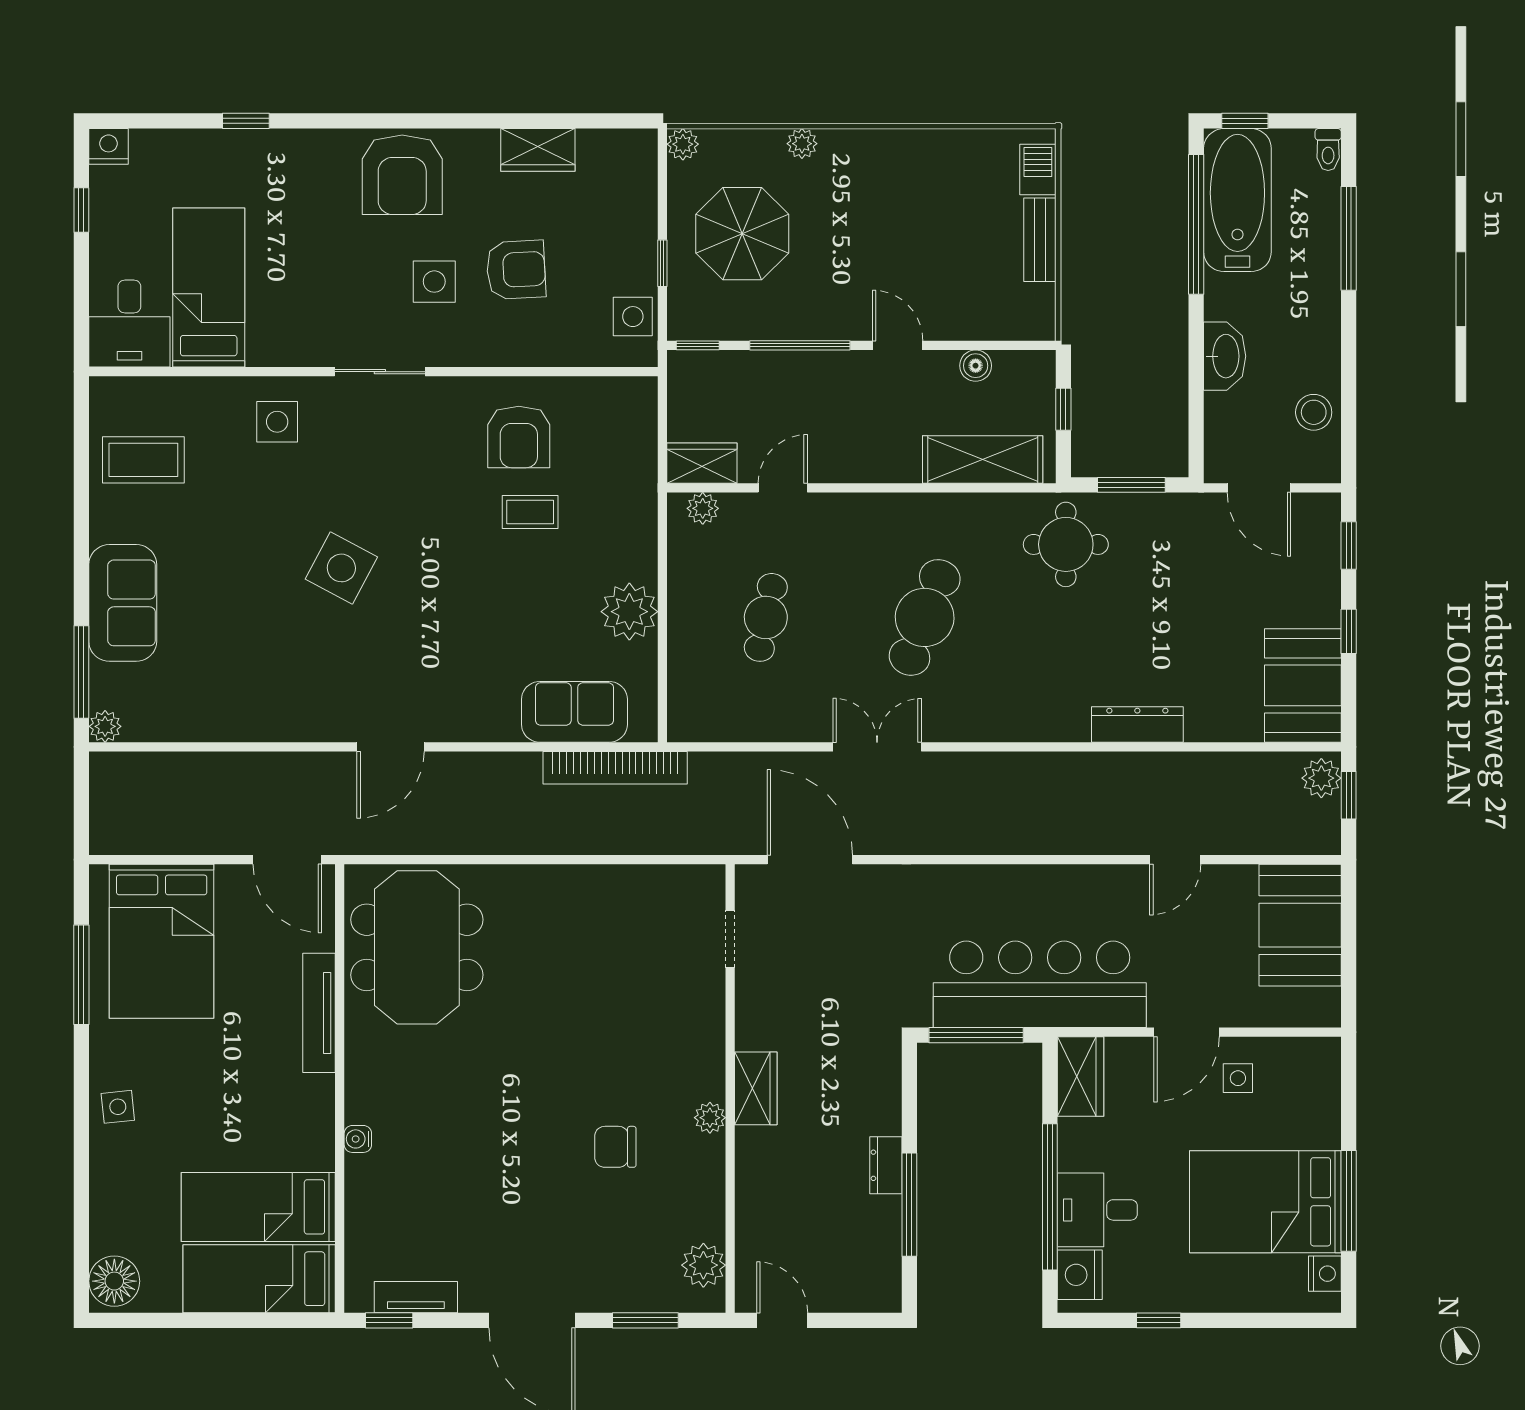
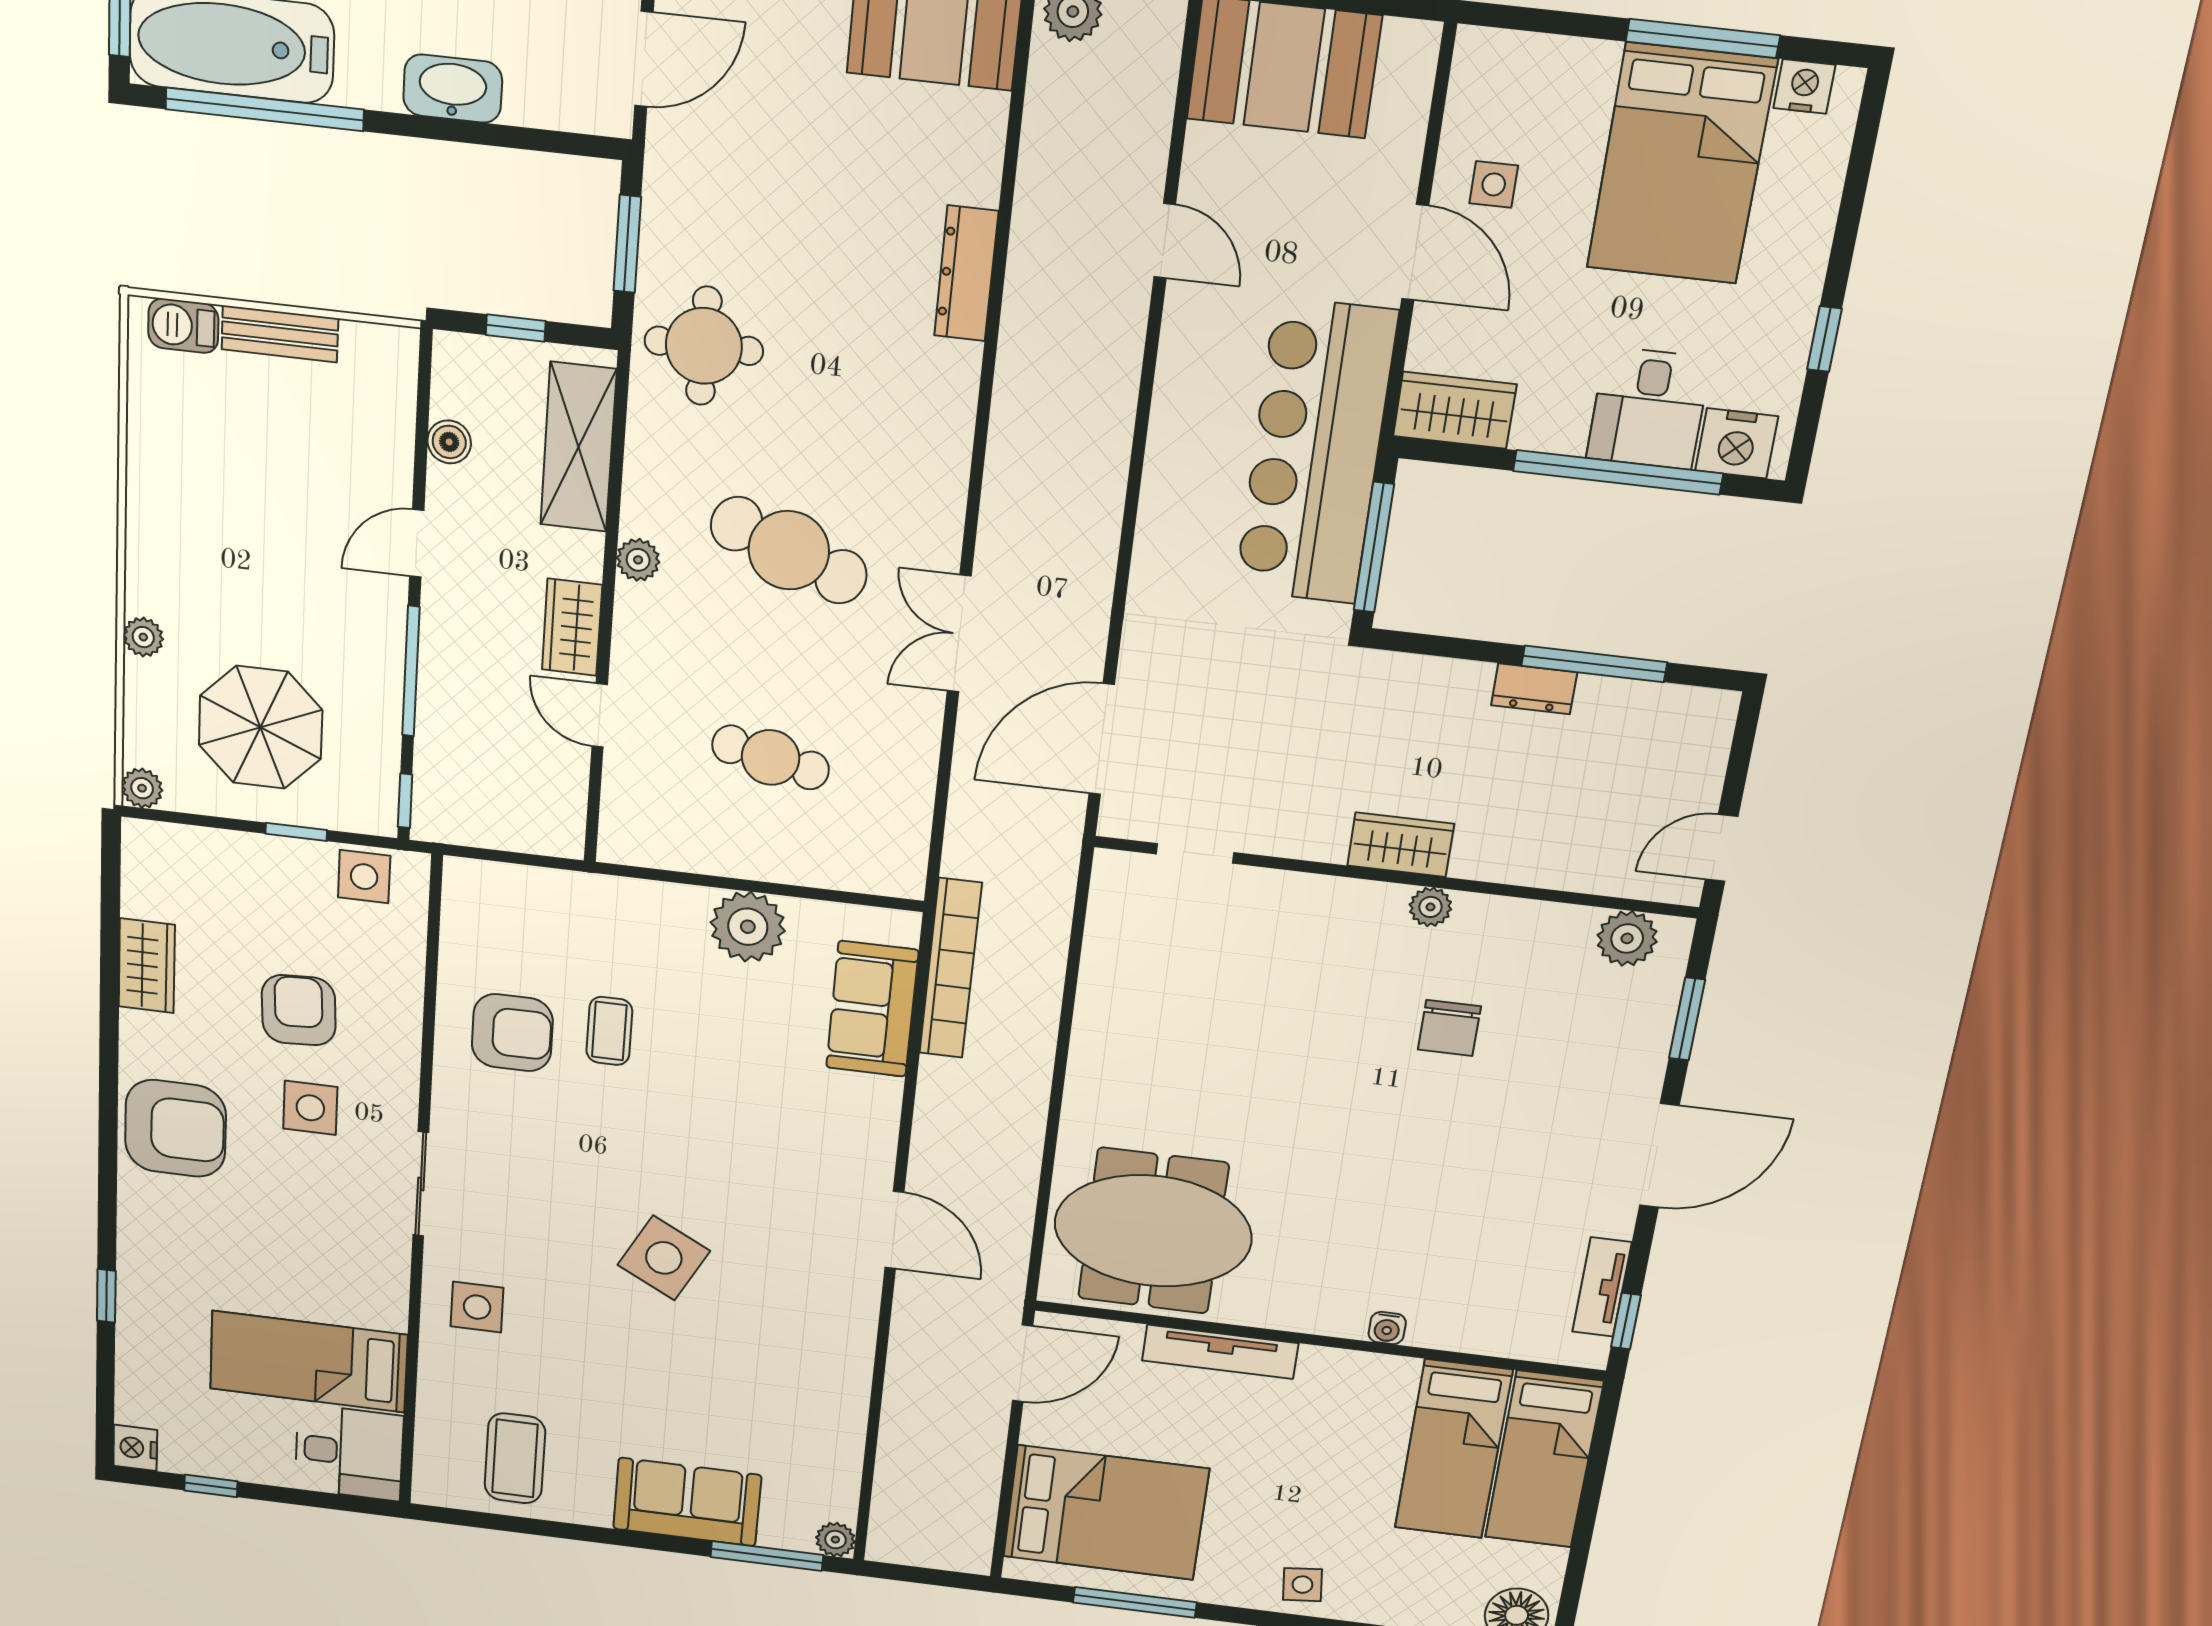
wardrobe: (702, 463) -> (572, 627), moved
plant: (703, 508) -> (638, 560), moved

